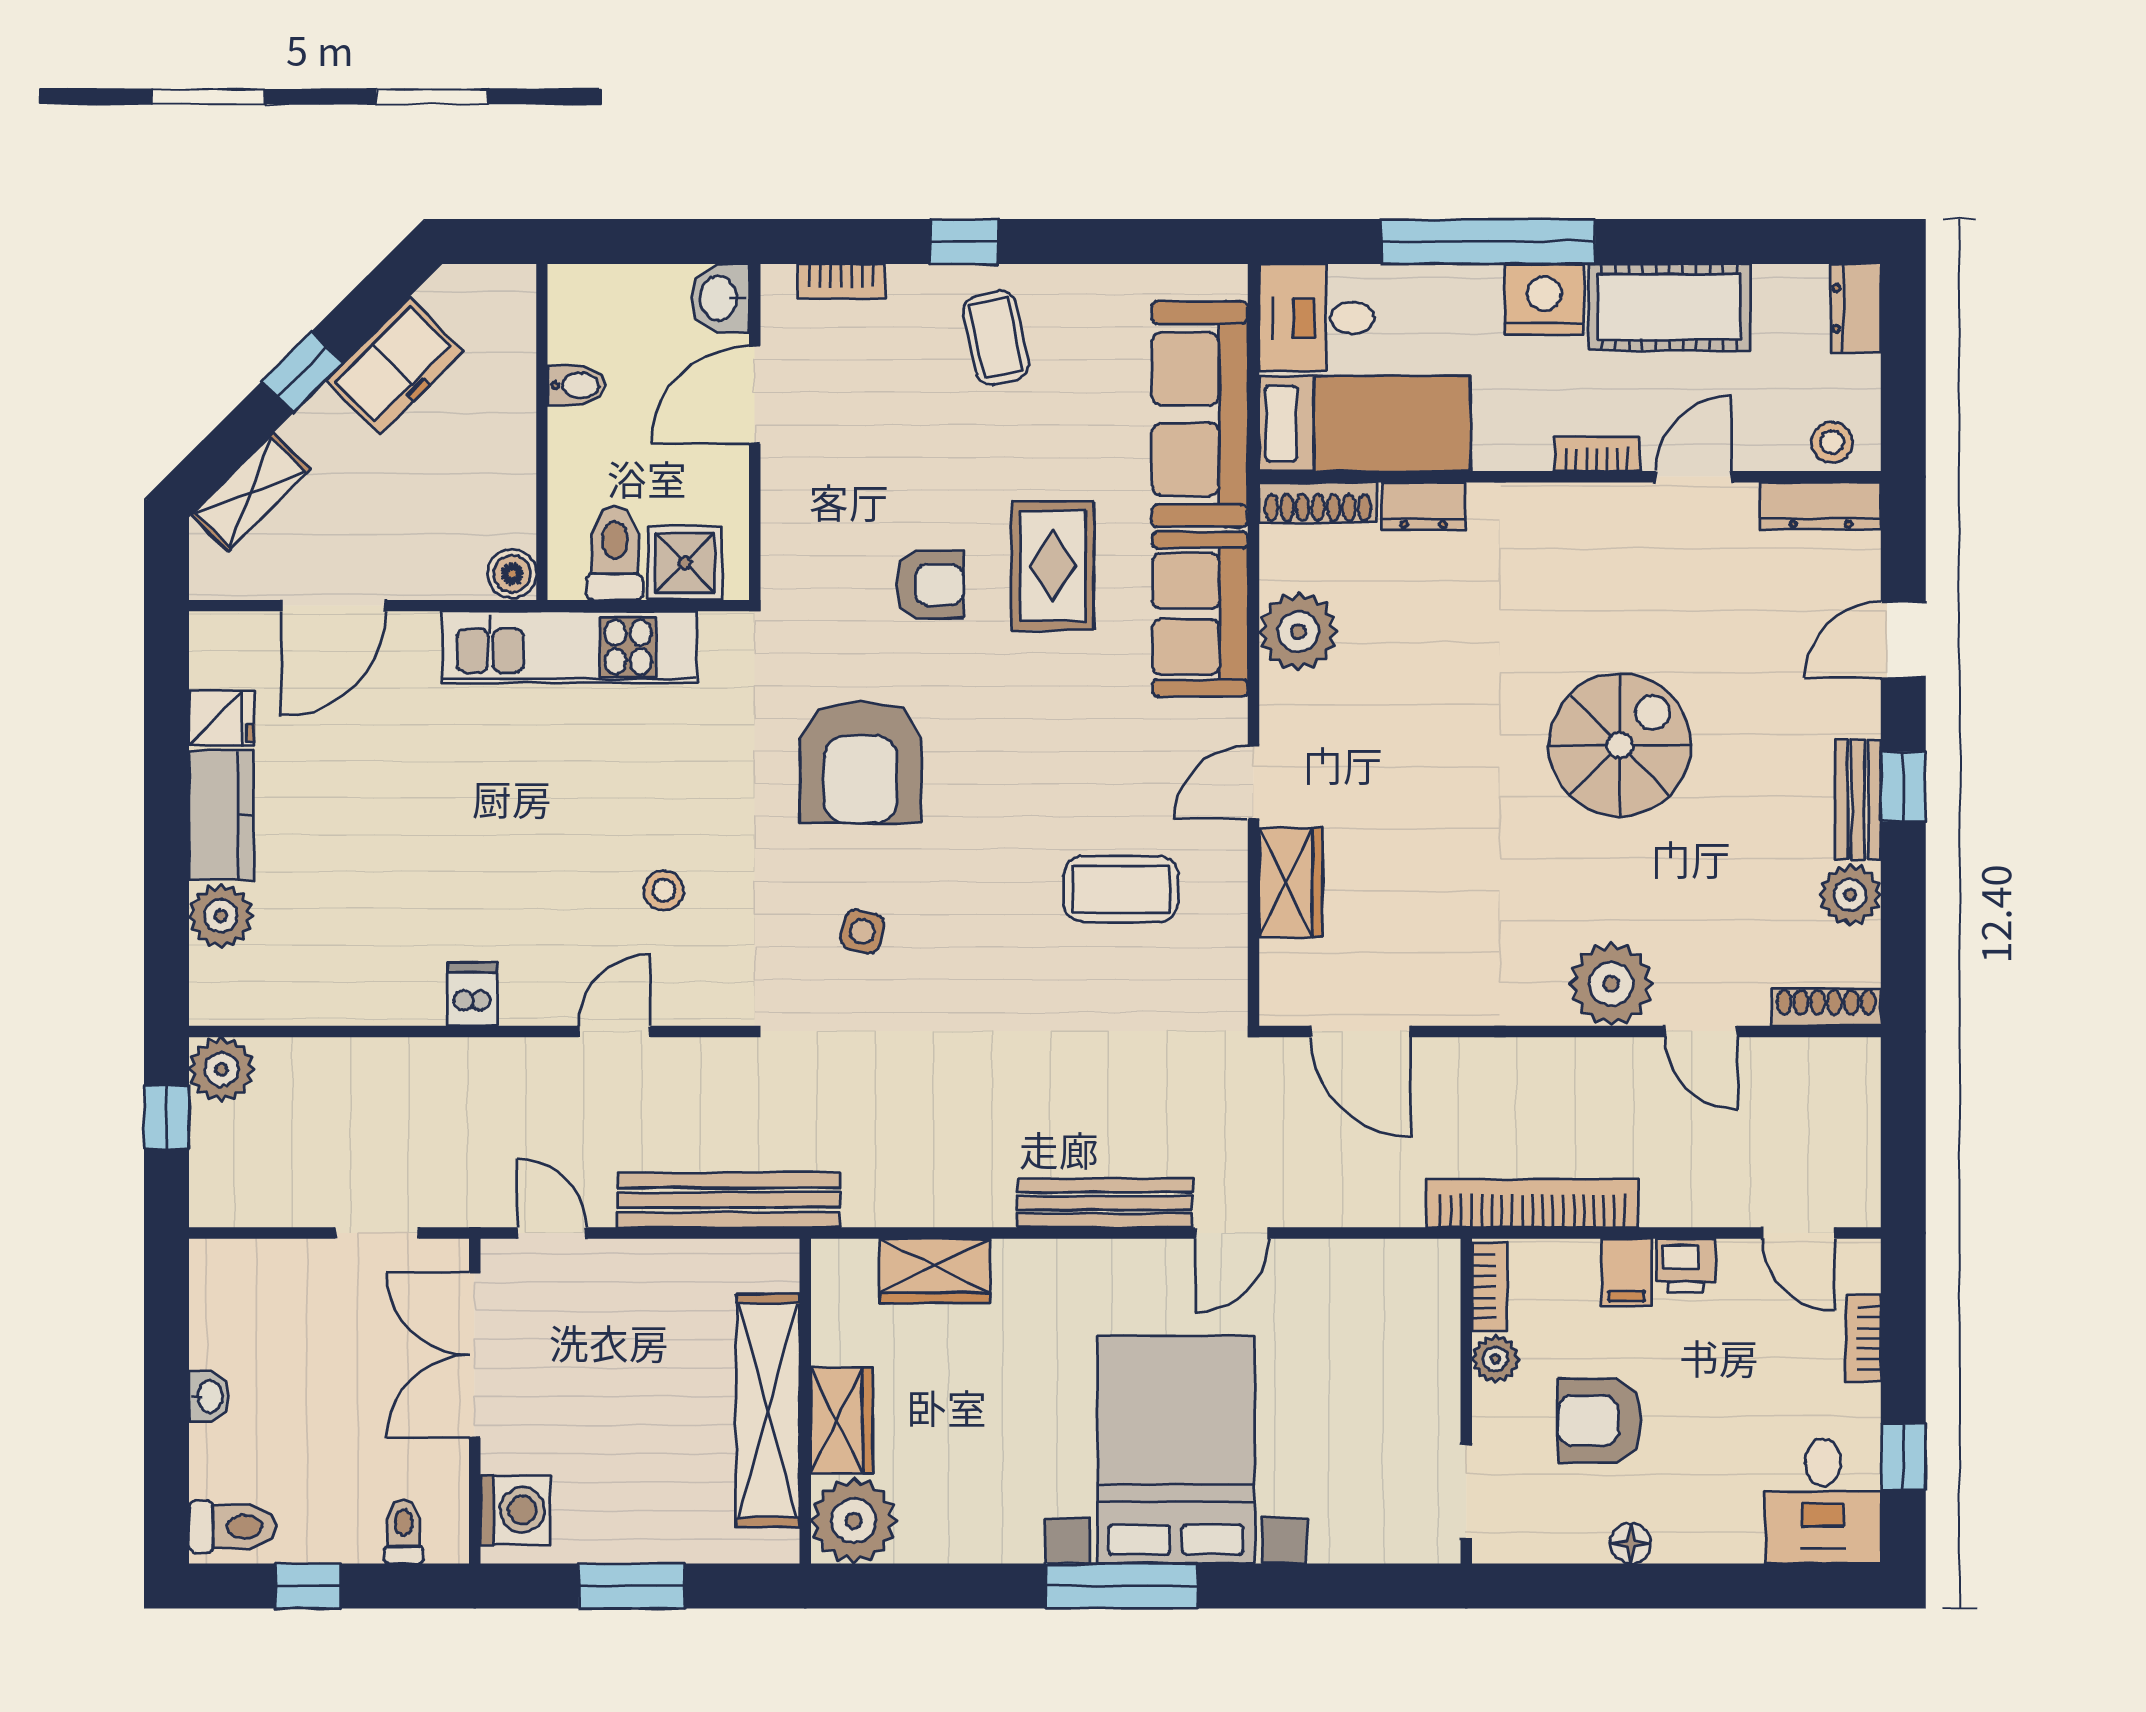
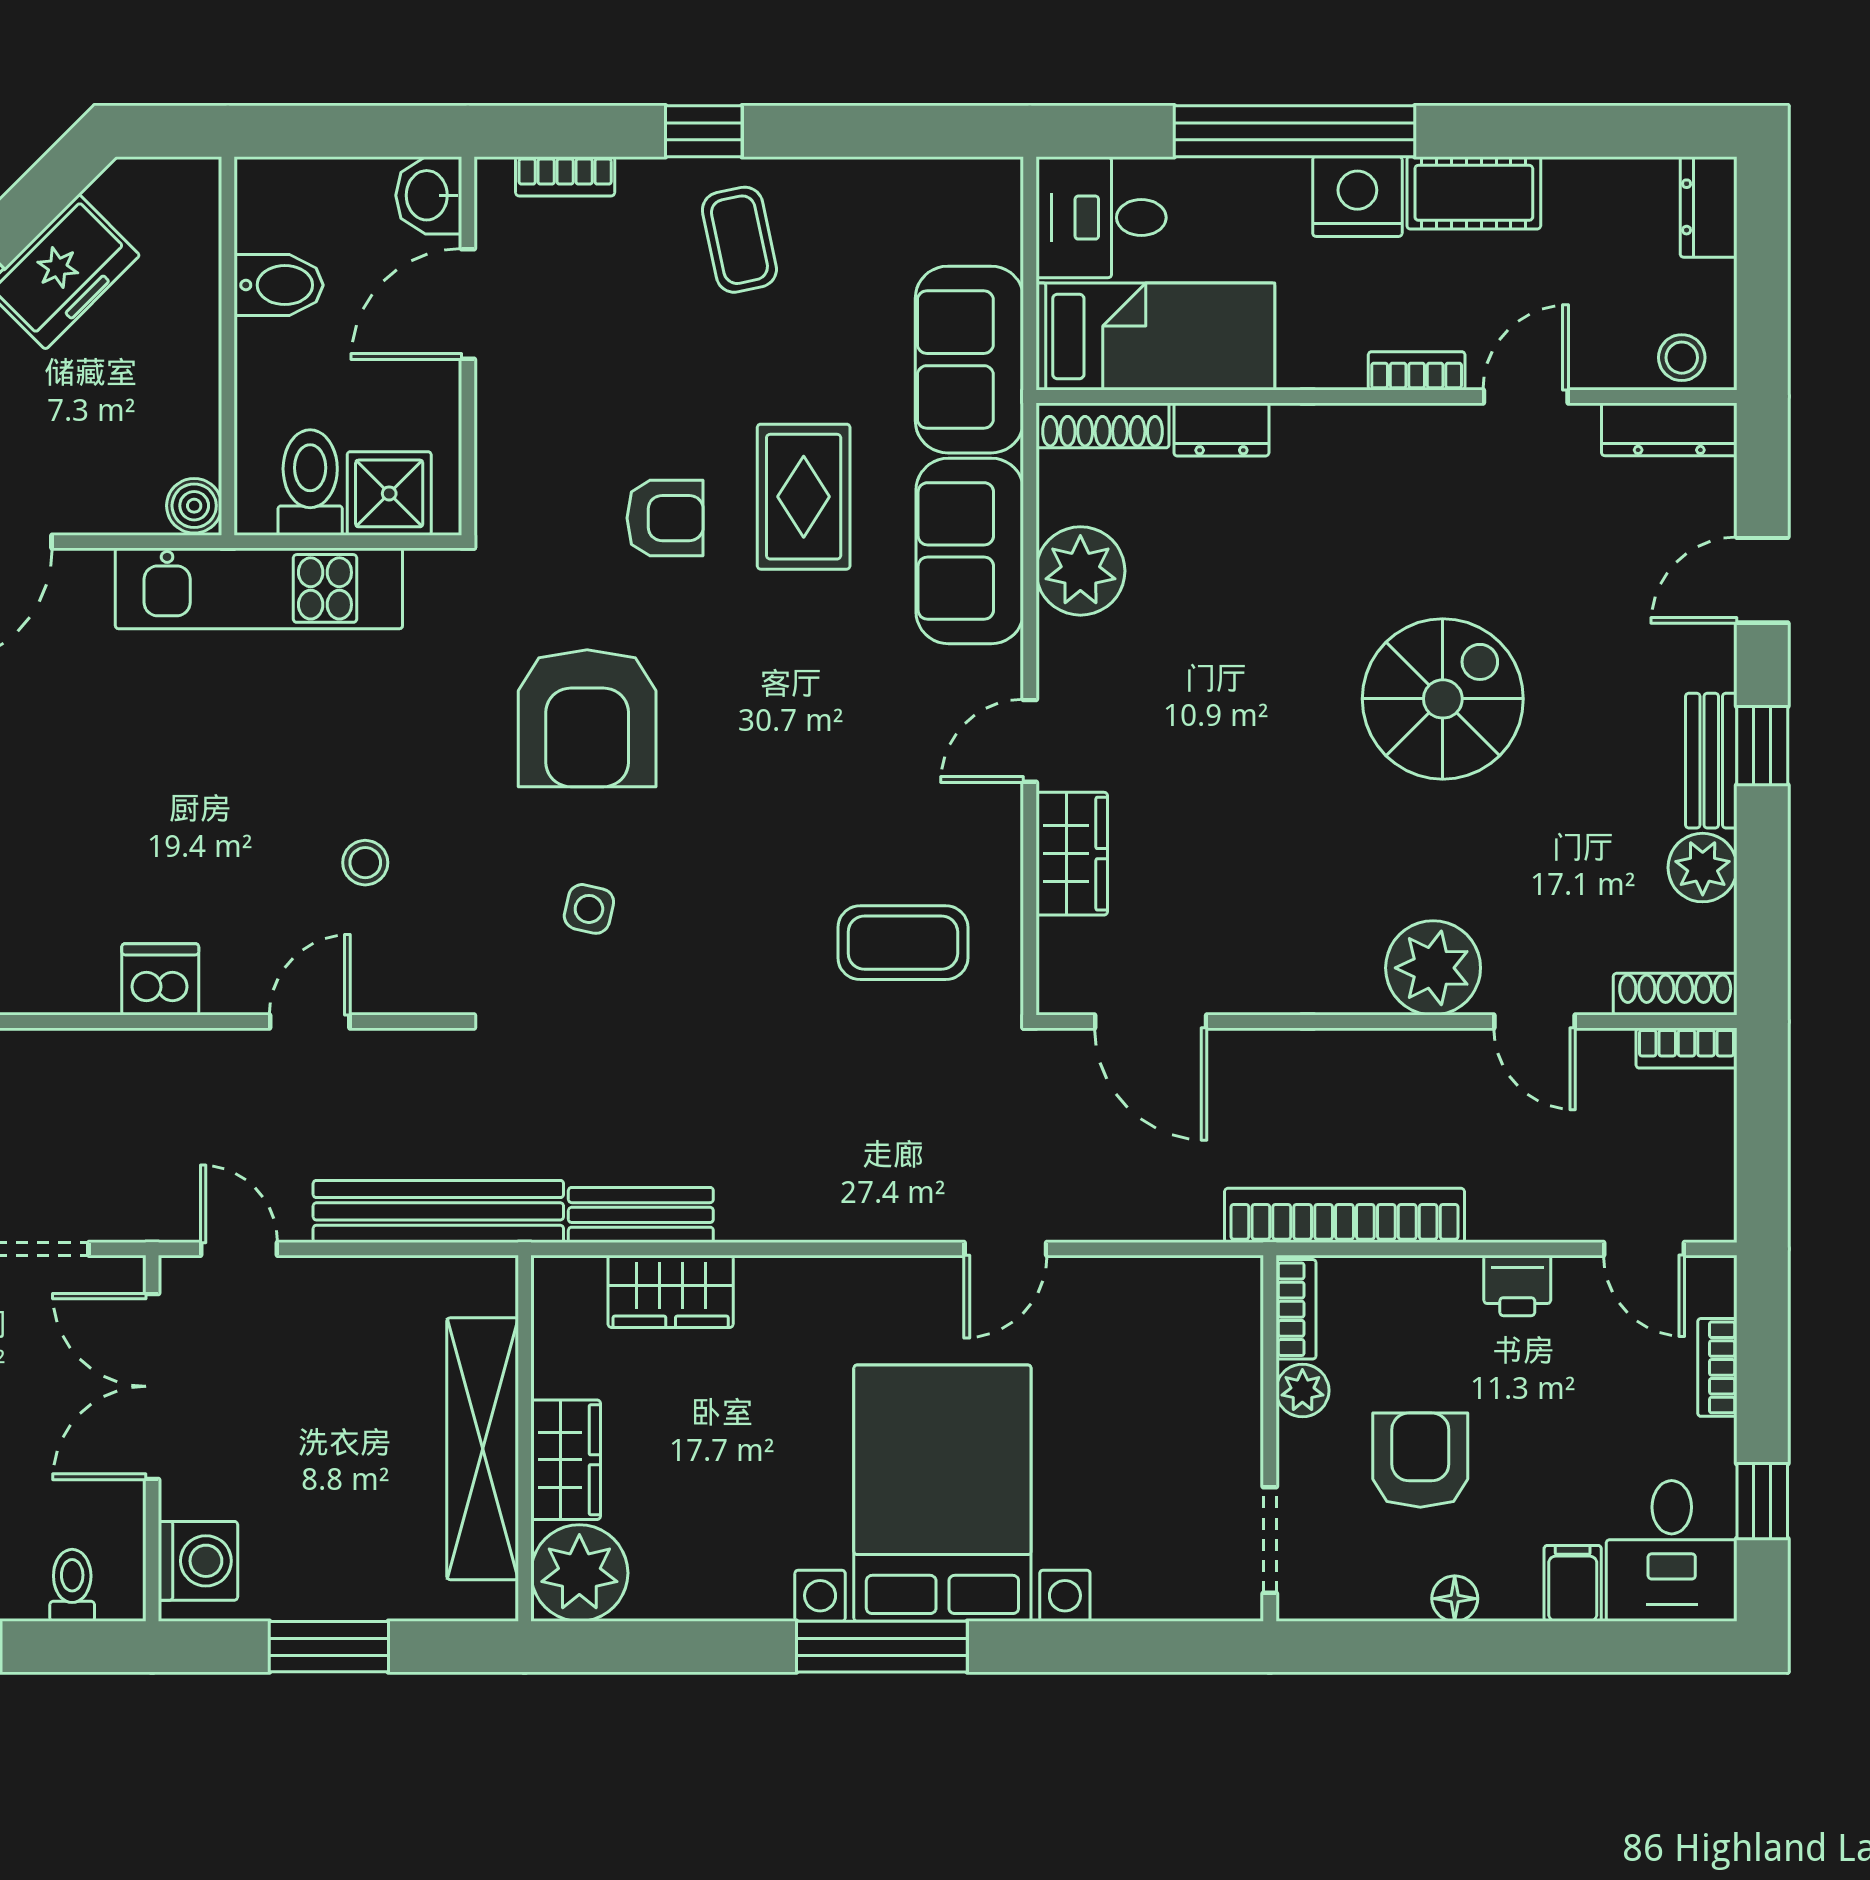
cot: (1669, 307) -> (1474, 193), width x0.73, depth x0.75
bidet: (576, 385) -> (279, 285), width x1.38, depth x1.36
sofa: (1200, 414) -> (969, 360), width x0.73
coffee table: (1121, 889) -> (903, 943), moved
dishwasher: (472, 994) -> (160, 979), width x1.38
bookcase: (1836, 1055) -> (1687, 1048), added
bench: (1105, 1203) -> (641, 1215), moved, width x0.73
filing cabinet: (1627, 1272) -> (1573, 1583), moved, turned 180
armchair: (1600, 1421) -> (1420, 1460), turned 90

